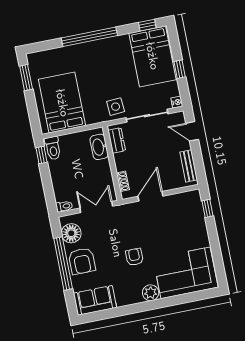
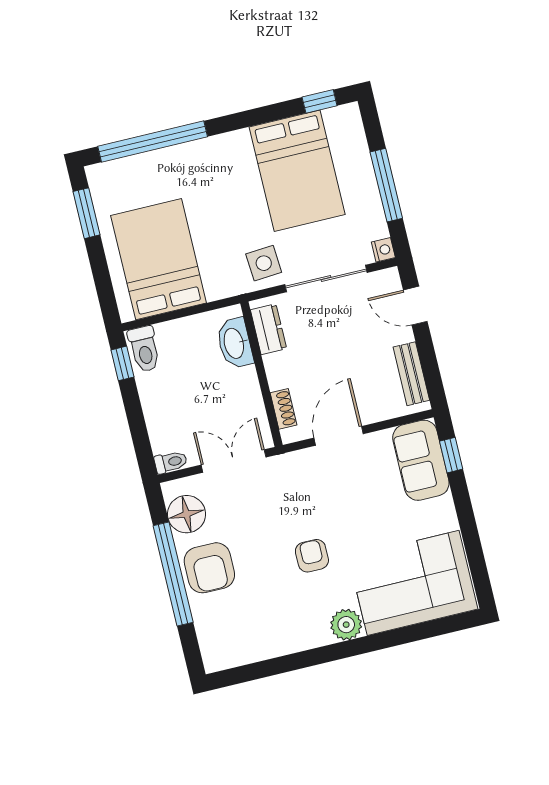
window: (89, 37) -> (153, 142), moved
bed: (152, 56) -> (297, 171), moved
window: (180, 69) -> (386, 185), width x2.17
sofa: (95, 300) -> (421, 460), moved, turned -90

